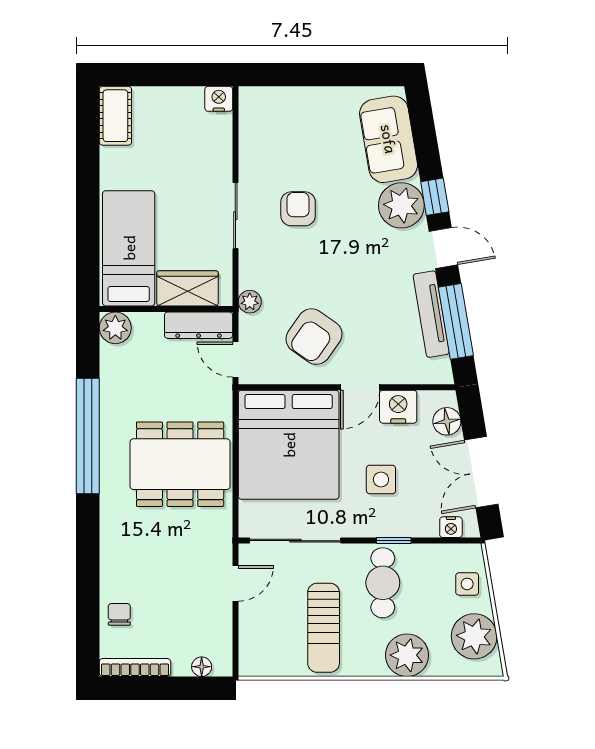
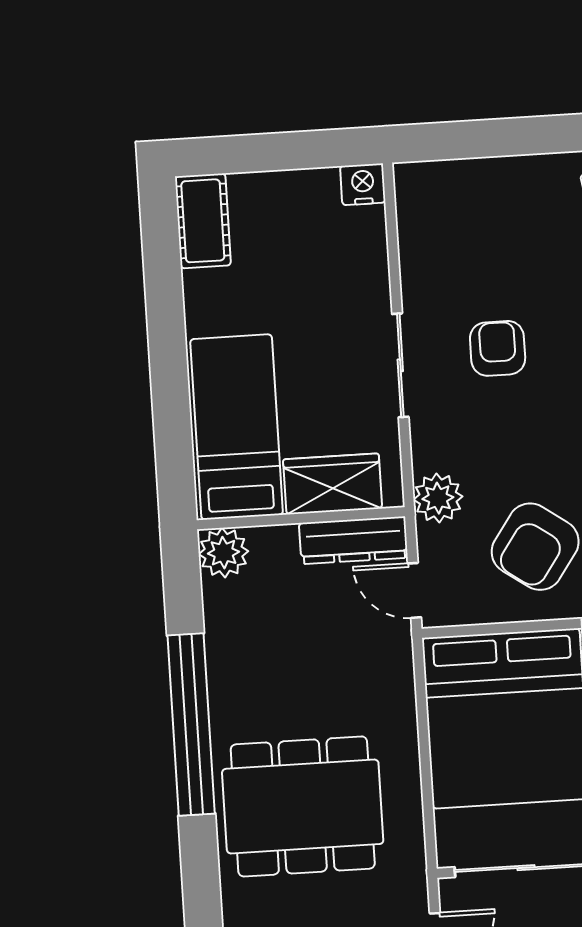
plant: (250, 302) -> (438, 498), width x1.38, depth x1.38
dining table: (180, 464) -> (303, 806), moved

